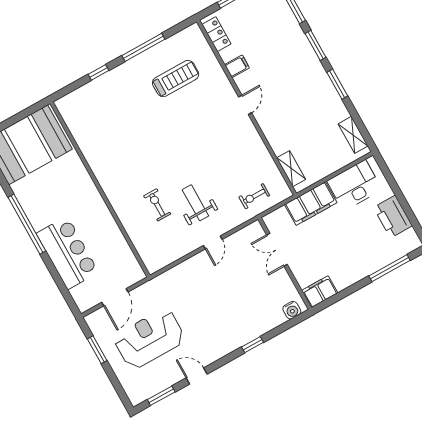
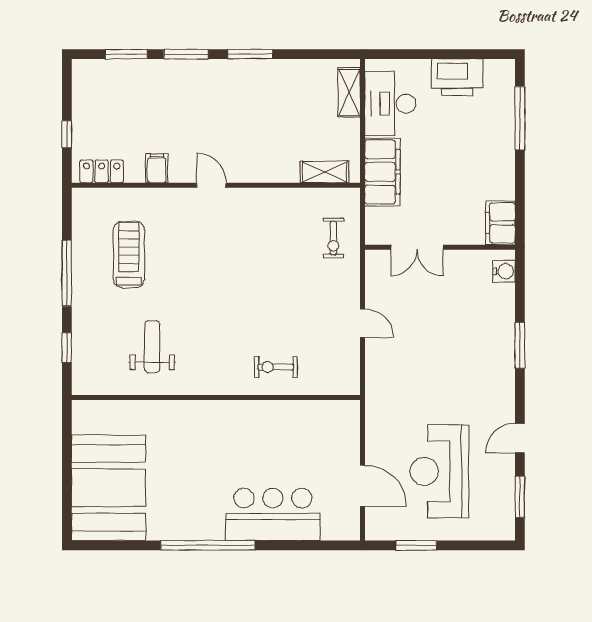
shelving: (353, 135) -> (349, 92), moved, turned 90
wall: (100, 189) -> (216, 397), moved
weight bench: (195, 203) -> (152, 347), moved, turned 90
window: (253, 345) -> (520, 345), width x1.50

